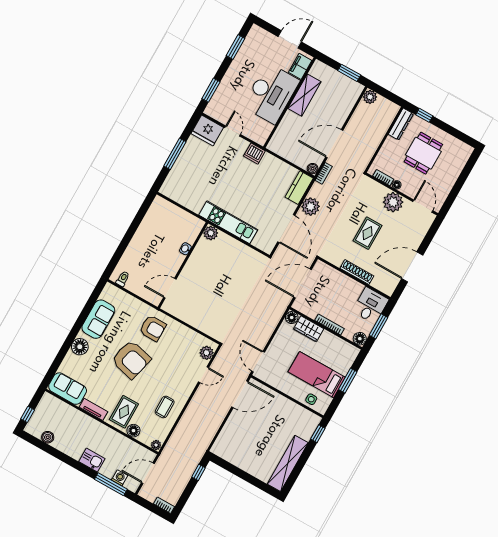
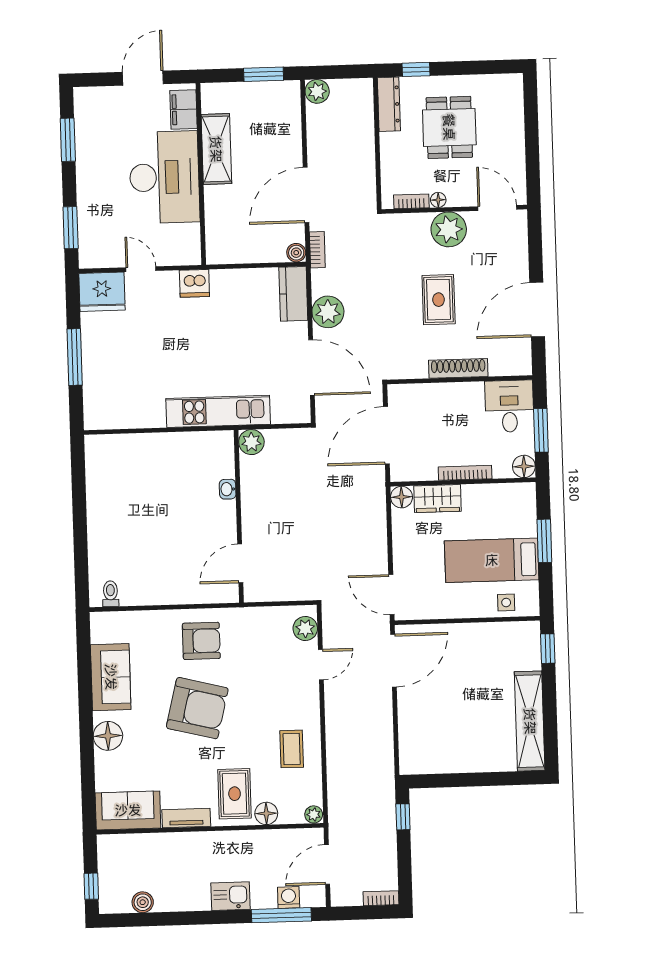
plant: (211, 233) -> (251, 442), moved
washbasin: (185, 249) -> (228, 489), moved
wall: (183, 265) -> (239, 516), moved
door: (170, 288) -> (240, 563), moved

